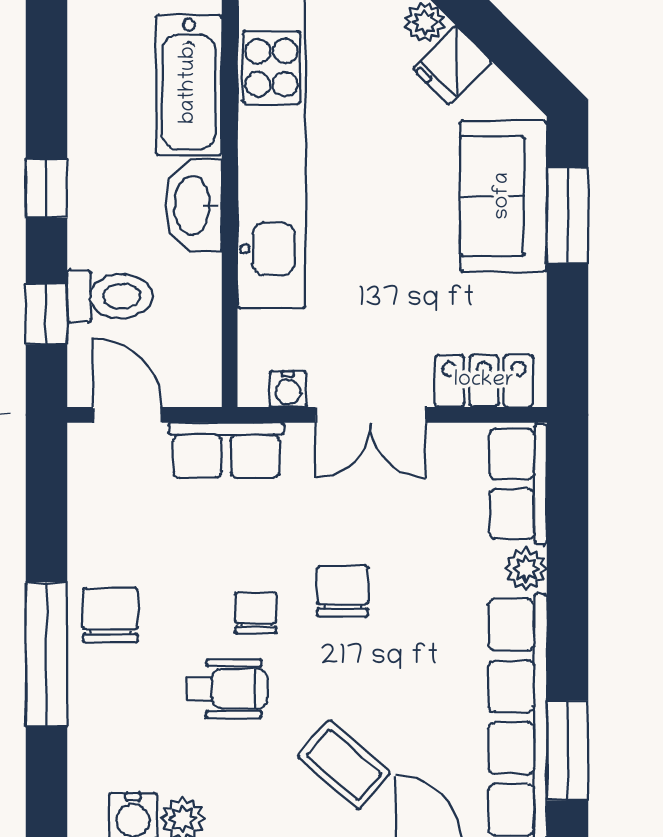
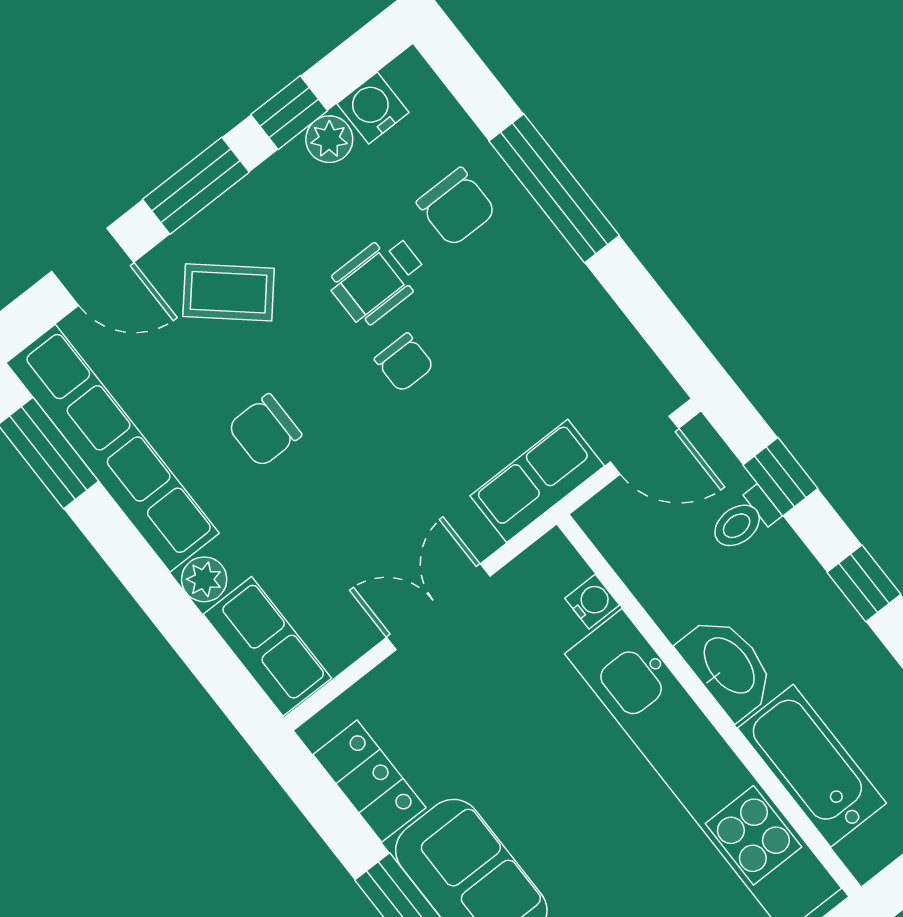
toilet: (110, 296) -> (744, 520), width x0.73, depth x0.72
locker: (484, 381) -> (369, 781), moved, turned -90
water cooler: (288, 389) -> (592, 602), moved, turned 90
chair: (343, 591) -> (265, 431), moved, turned 90
chair: (110, 615) -> (456, 207), moved

